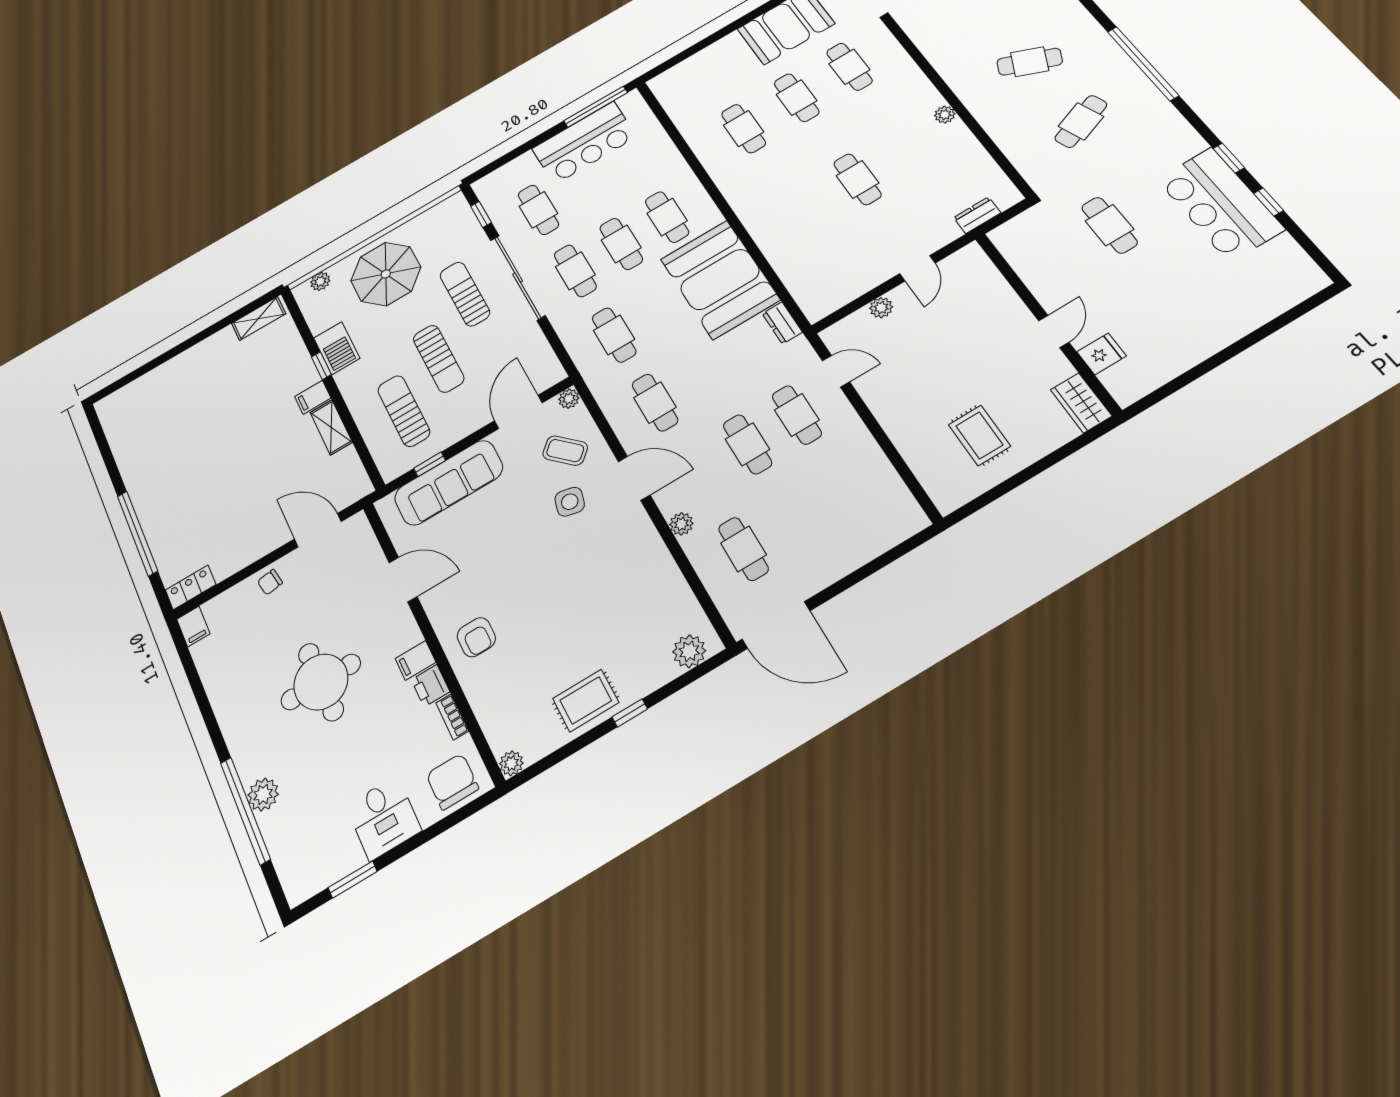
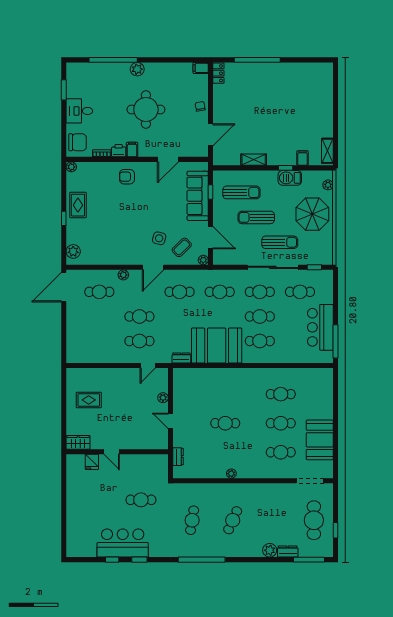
cafe table: (1081, 121) -> (192, 520), turned 30
filing cabinet: (313, 397) -> (302, 158), moved
plant: (263, 795) -> (137, 69), moved

